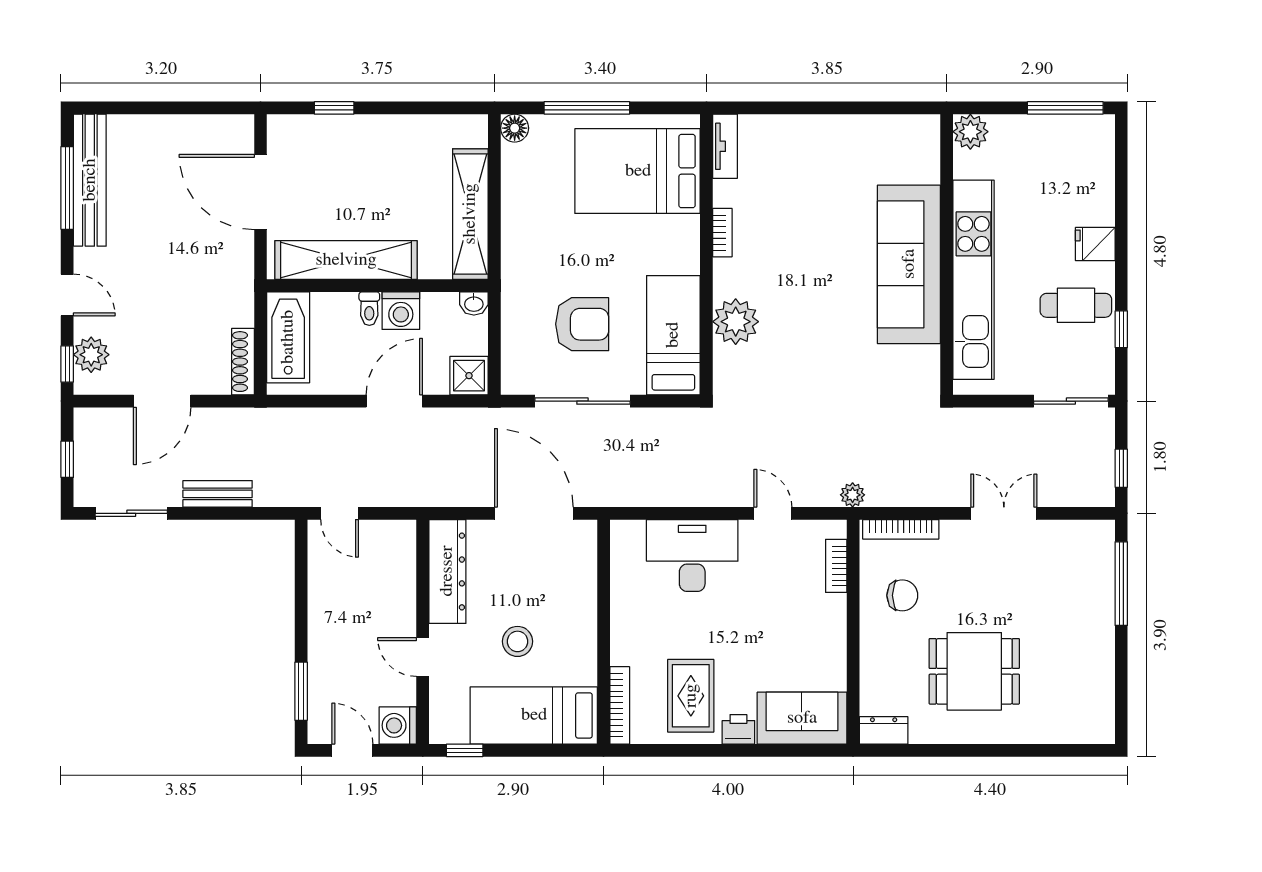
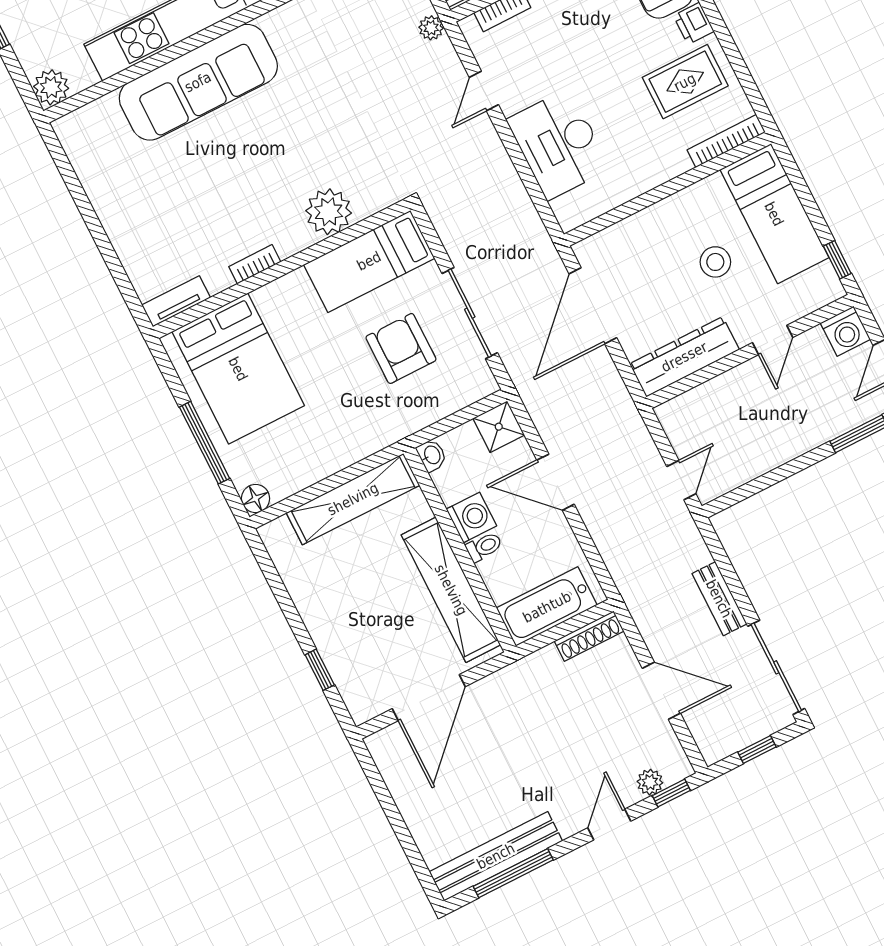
plant: (91, 355) -> (650, 782), width x0.73, depth x0.73
sliding door: (131, 513) -> (776, 667), width x1.37

